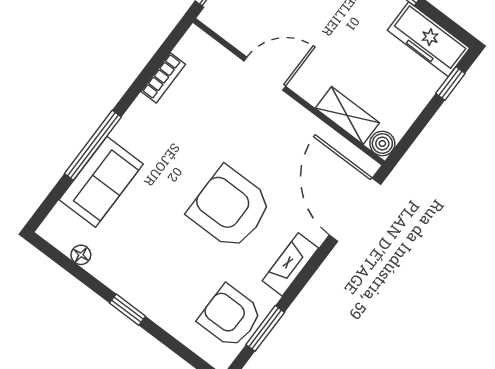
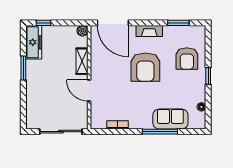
shelving: (347, 115) -> (82, 61), moved
door: (355, 210) -> (113, 23), hinge flipped
armchair: (230, 316) -> (187, 59), moved

